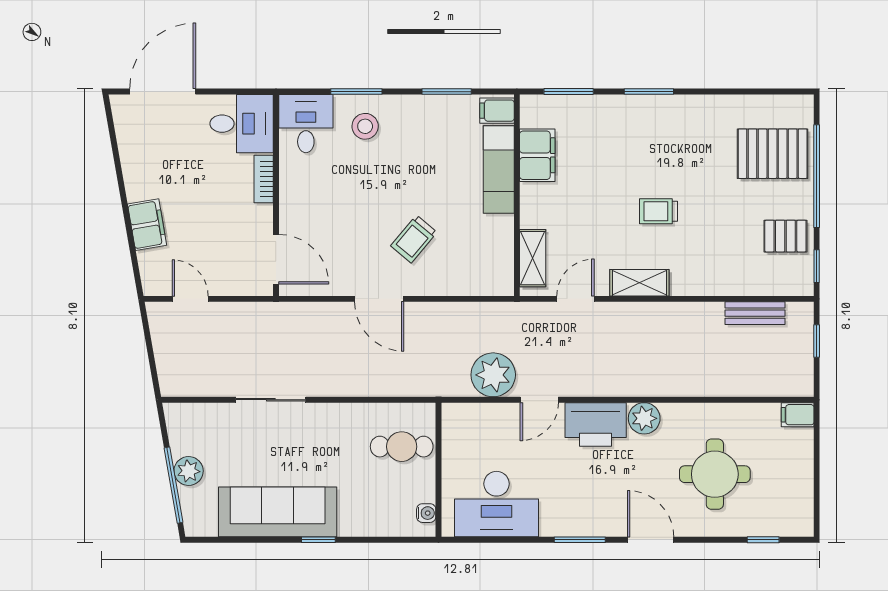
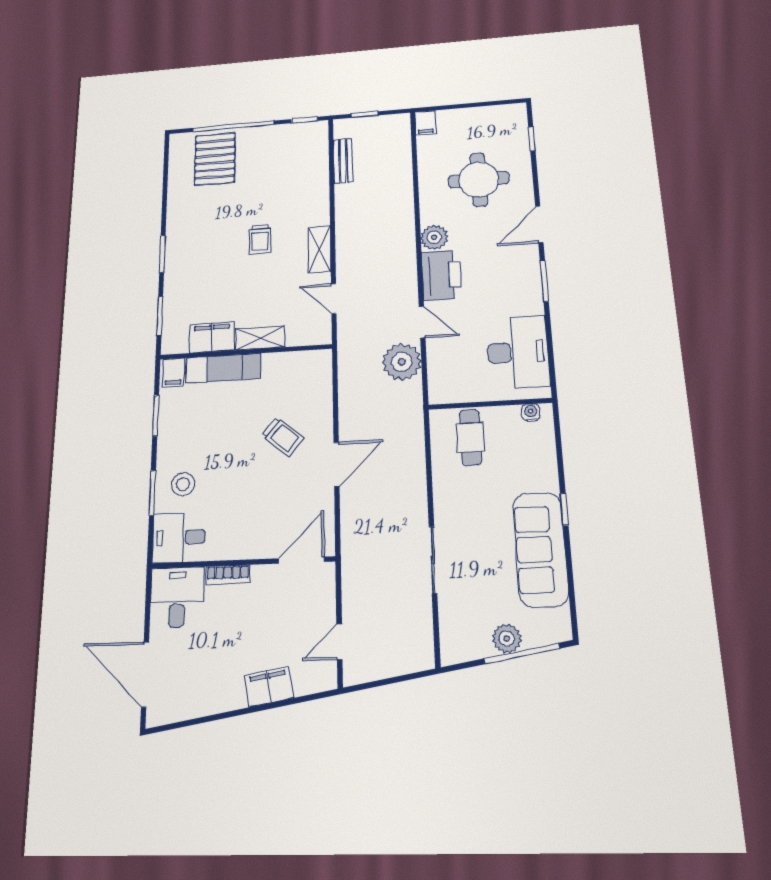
pallet: (785, 236) -> (281, 144), removed
shelving: (533, 258) -> (260, 338), moved

